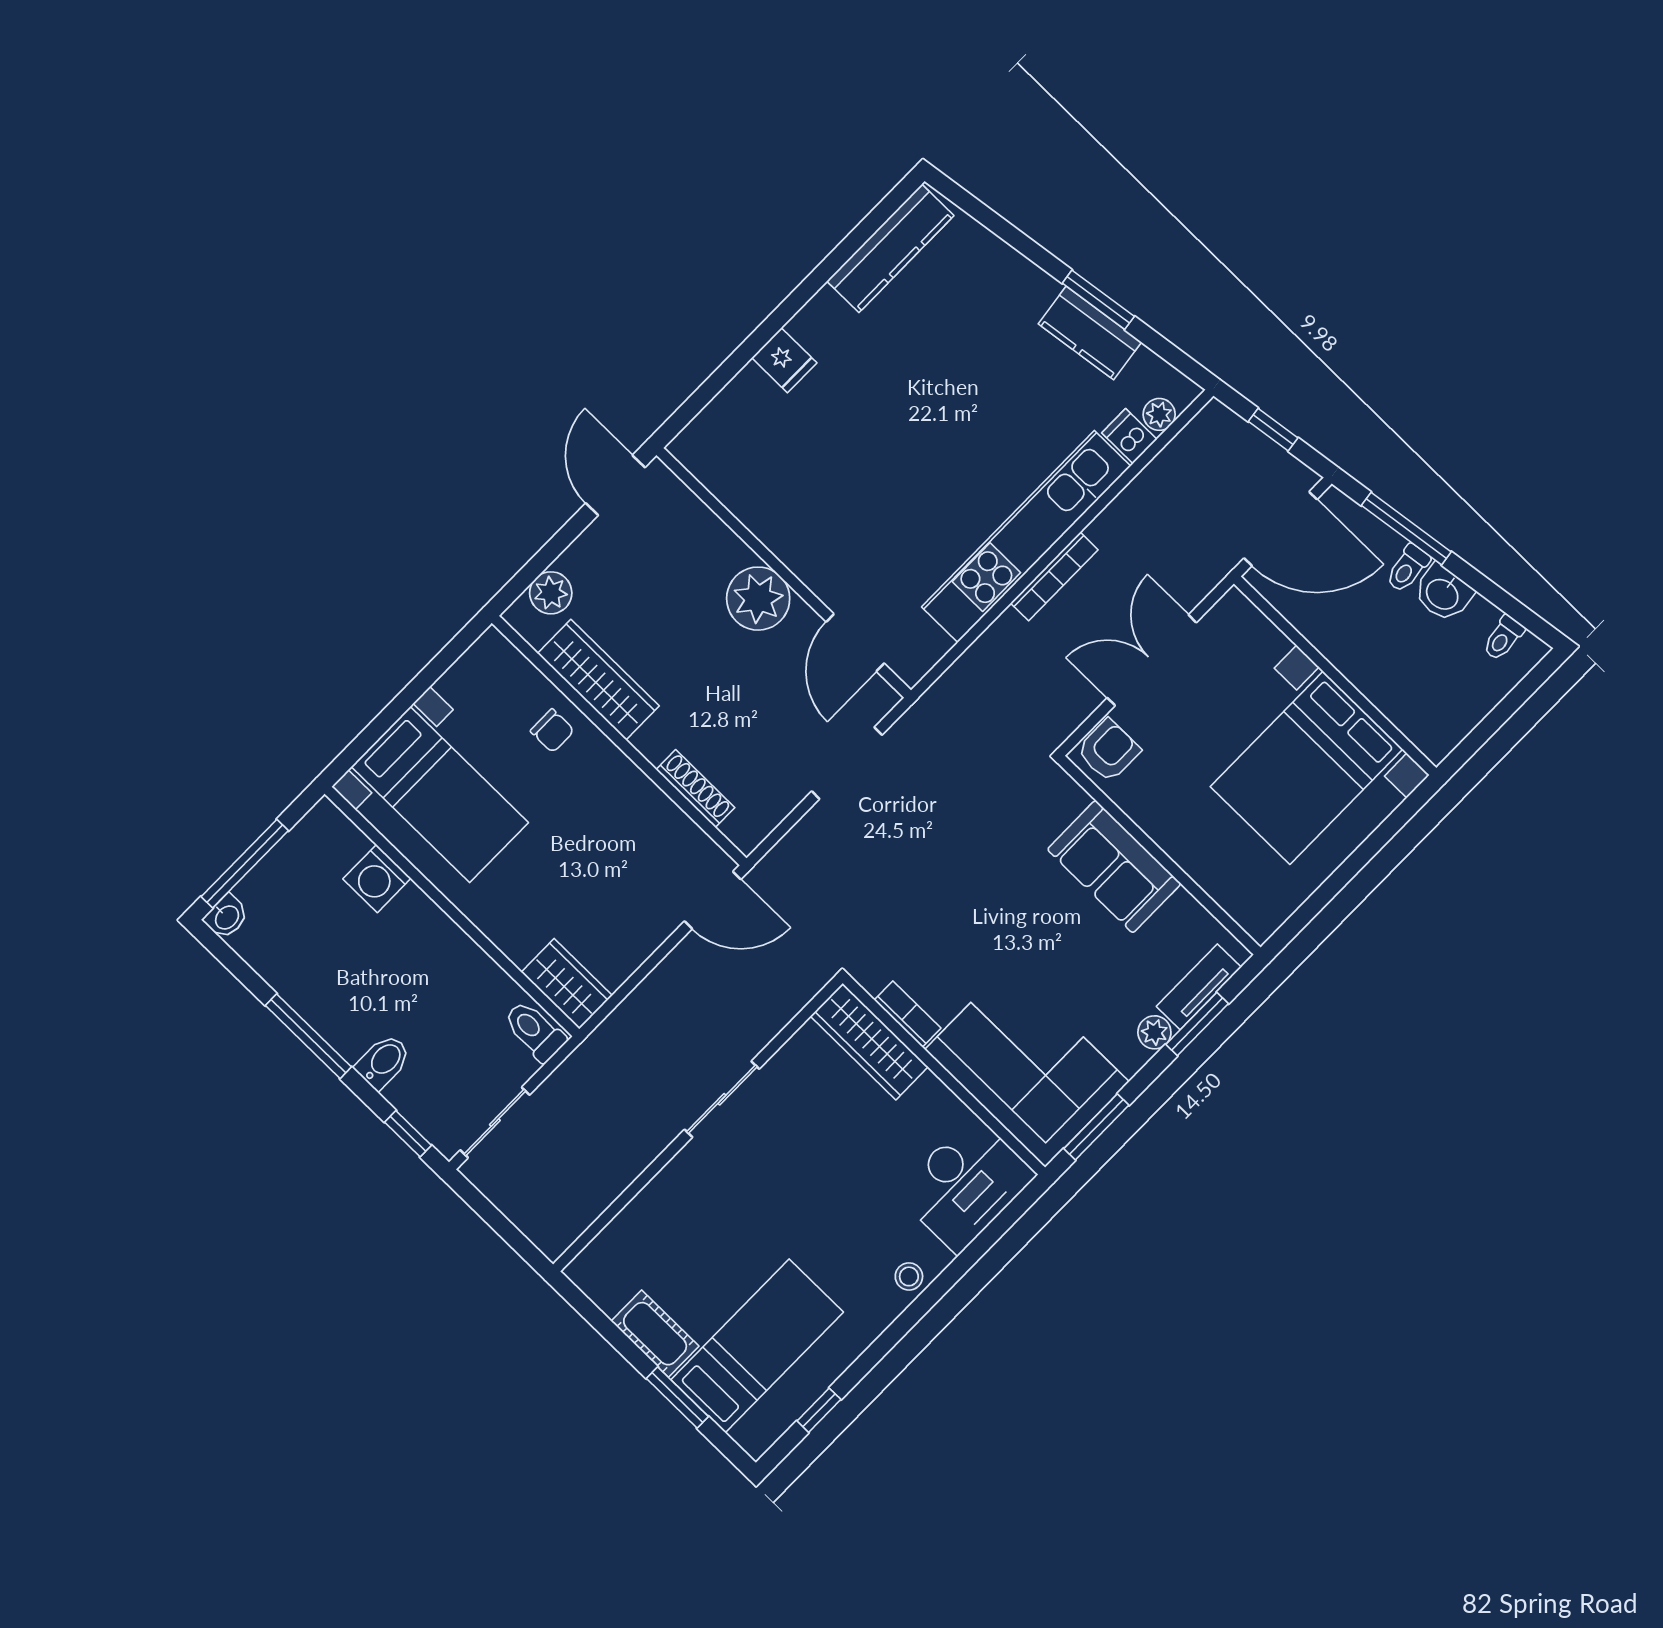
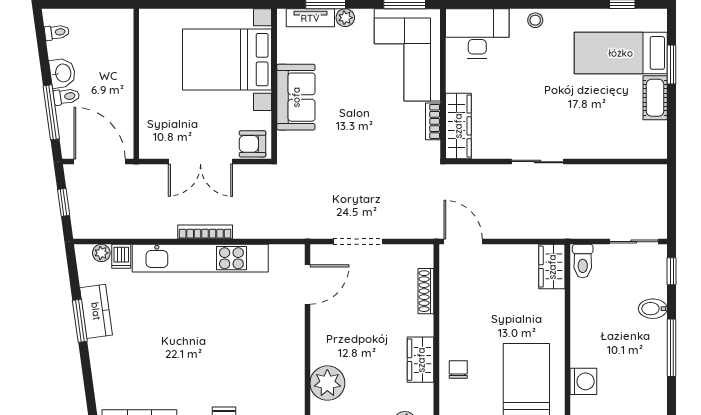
plant: (758, 599) -> (327, 383), moved
wardrobe: (598, 680) -> (421, 360), width x0.67
bed with nightstands: (1307, 768) -> (227, 60), moved, turned 180

